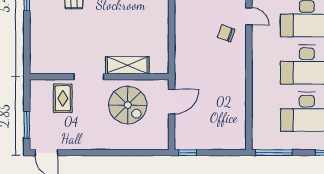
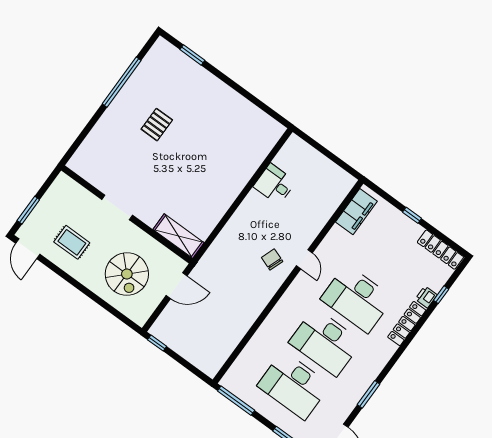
shelving: (127, 65) -> (178, 236), moved
rug: (63, 98) -> (72, 242), moved, turned 90
spiral stairs: (128, 105) -> (127, 274), moved

